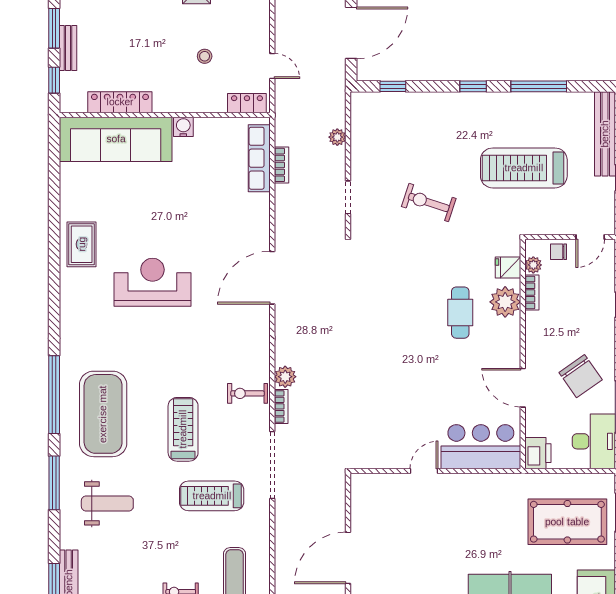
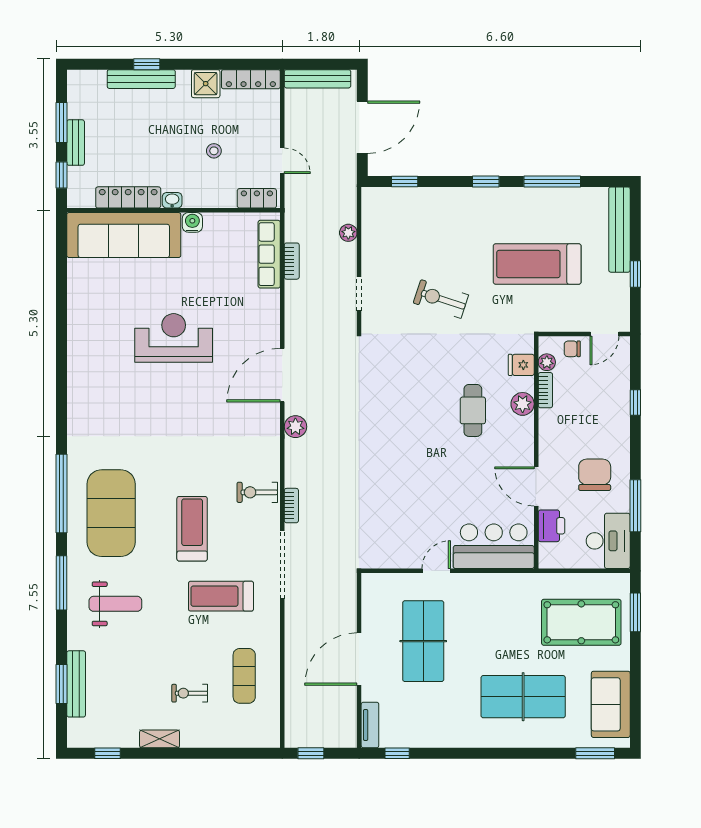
washbasin: (163, 105) -> (172, 200), added
rug: (82, 244) -> (89, 341), removed
reception desk: (152, 282) -> (174, 338), moved
plant: (505, 302) -> (523, 404), width x0.73, depth x0.73
chair: (581, 376) -> (595, 475), turned -145
plant: (285, 377) -> (295, 427), moved
printer: (538, 453) -> (551, 526), moved
table tennis table: (411, 540) -> (423, 641), added

